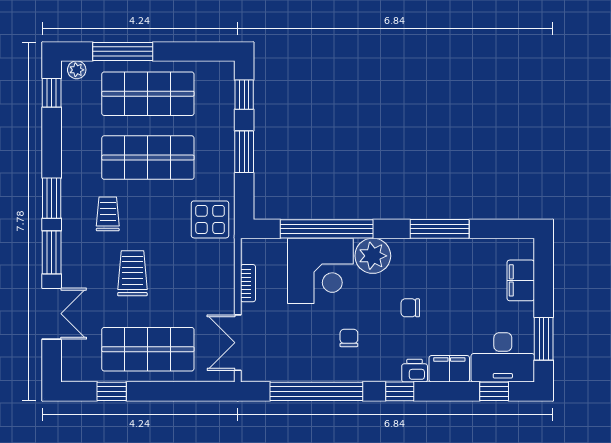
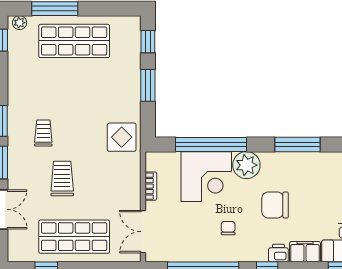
shop shelf: (148, 158) -> (74, 90), removed
chair: (410, 308) -> (275, 205), width x1.87, depth x1.87

